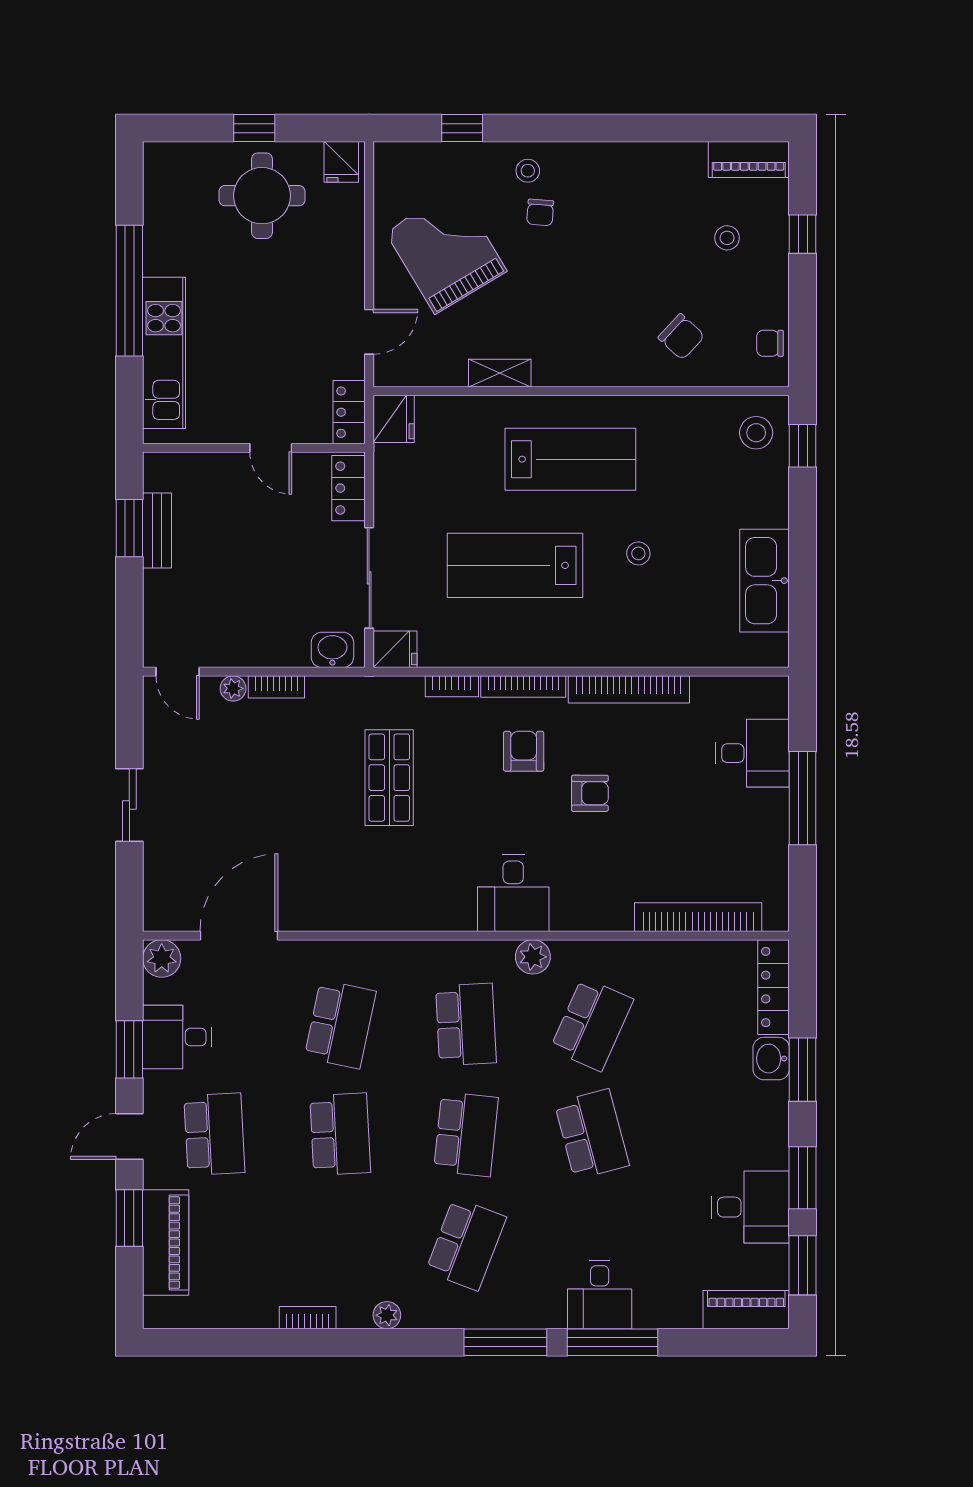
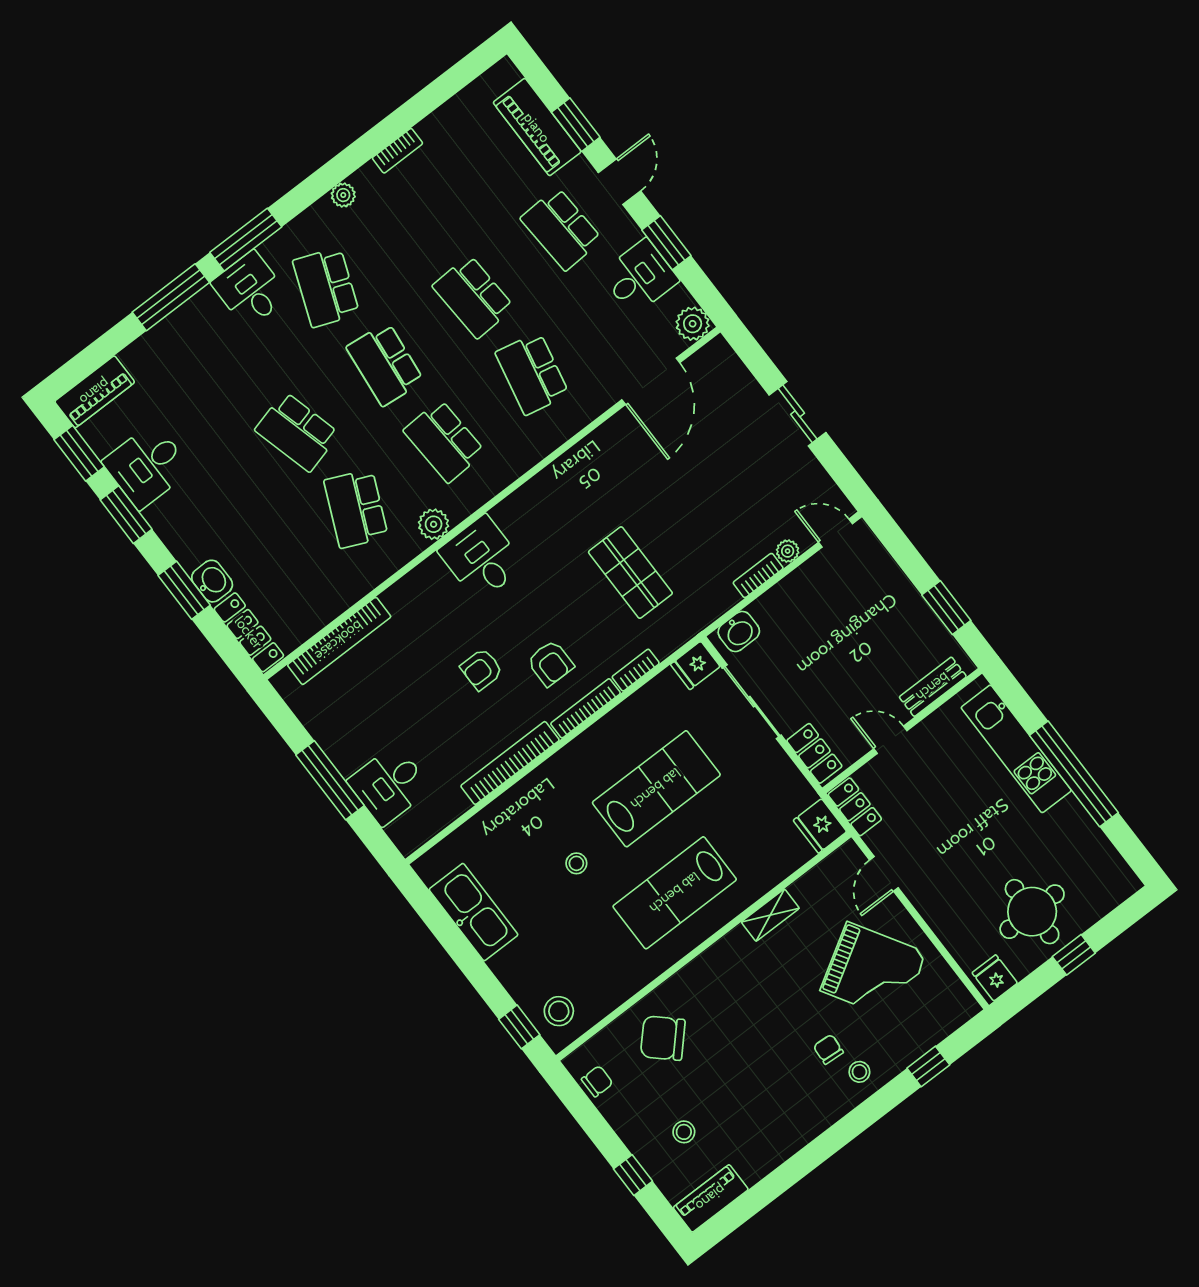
chair: (681, 337) -> (663, 1038), width x1.37, depth x1.37
bench: (157, 531) -> (933, 687), moved, turned 90
desk: (600, 1294) -> (250, 290), moved

